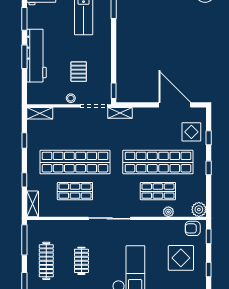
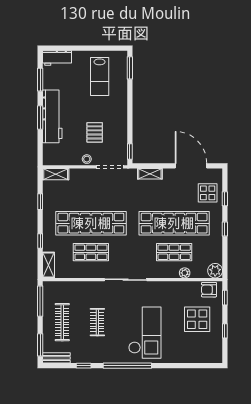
shelving: (120, 113) -> (150, 174), moved

